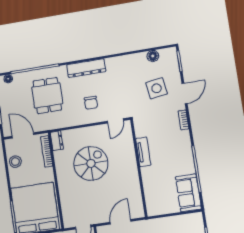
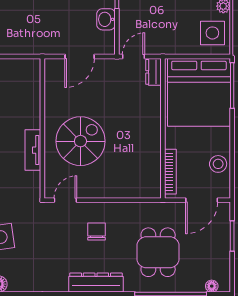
door: (23, 135) -> (202, 200), hinge flipped
dresser: (57, 141) -> (153, 72), moved
spiral stairs: (91, 163) -> (80, 141), moved, turned 180

